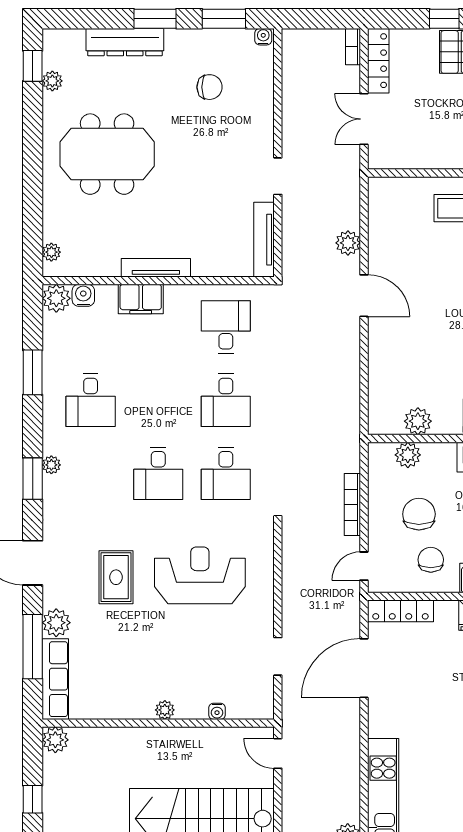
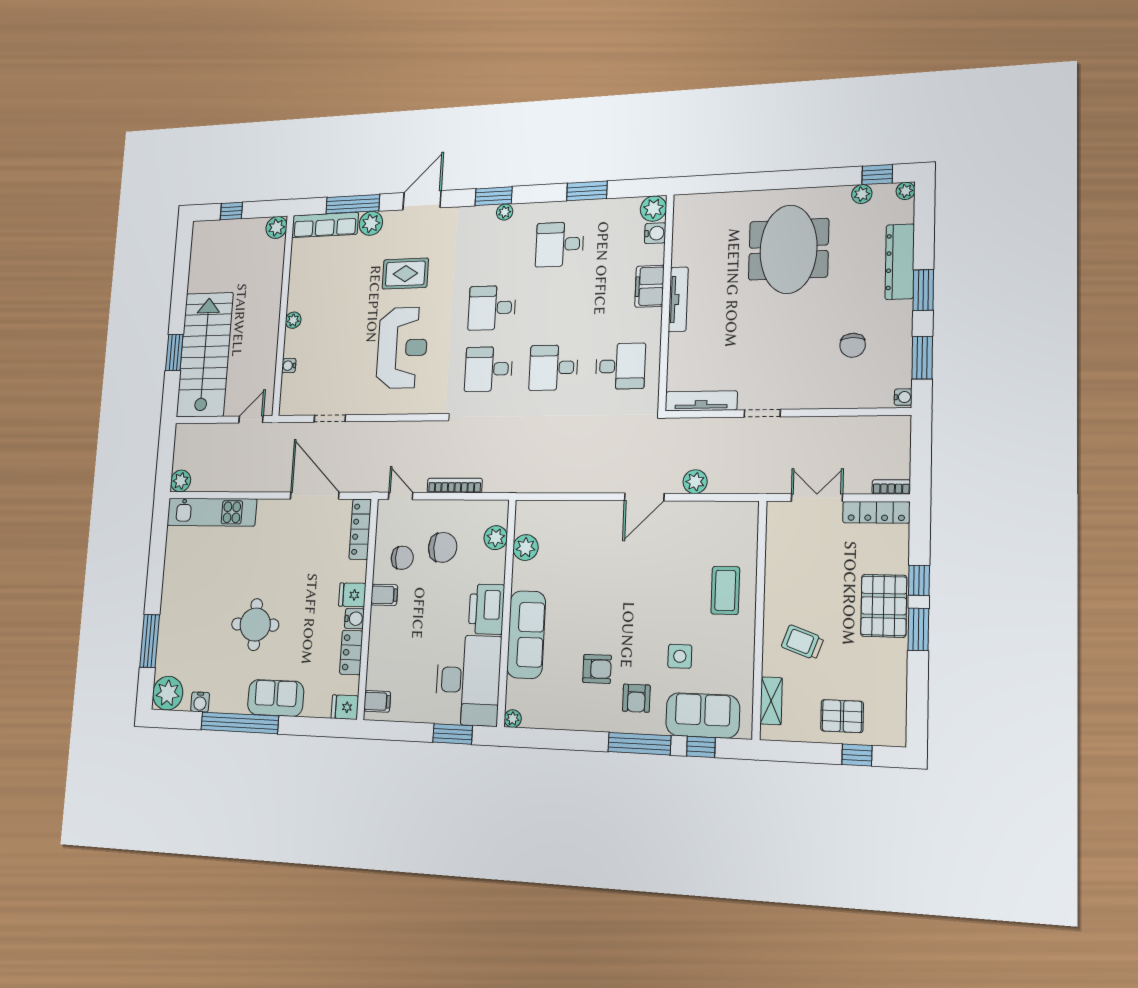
plant: (51, 252) -> (906, 191), moved

